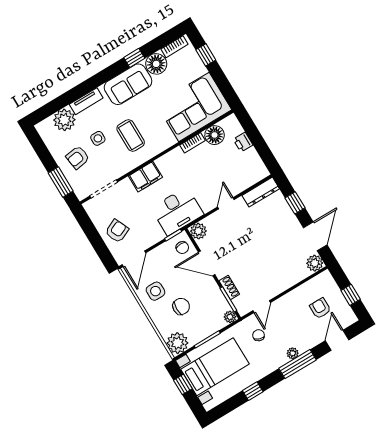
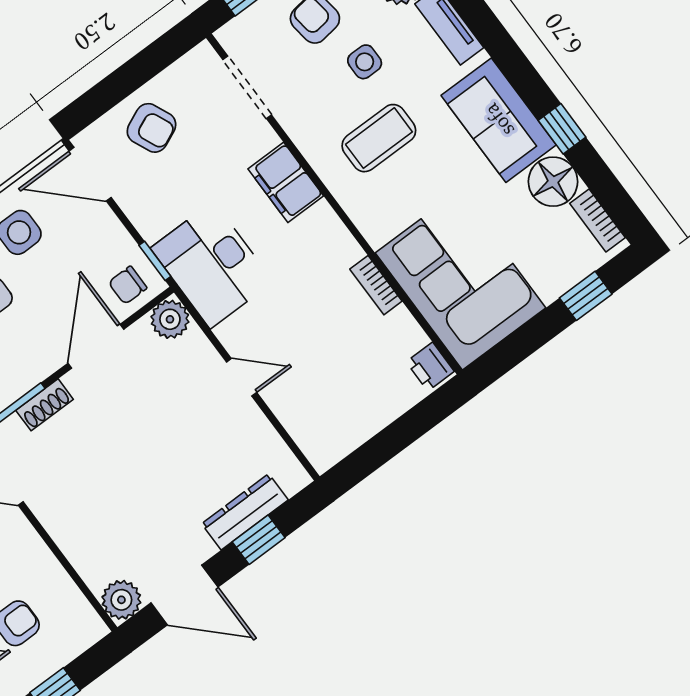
floor lamp: (215, 135) -> (399, 335), removed
printer: (243, 142) -> (430, 367), moved, turned -90
dresser: (261, 192) -> (245, 512), moved, turned 90

